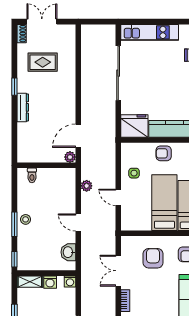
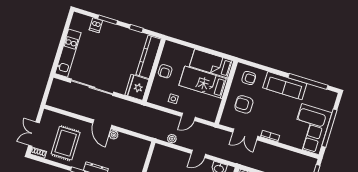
rug: (43, 62) -> (66, 143), width x1.36, depth x1.43
door: (78, 136) -> (102, 124), moved
plant: (70, 157) -> (114, 135), moved

